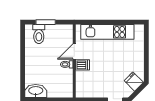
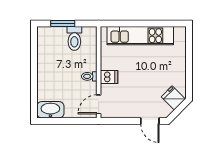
toilet: (39, 34) -> (74, 38), moved
door: (74, 52) -> (99, 104), moved

